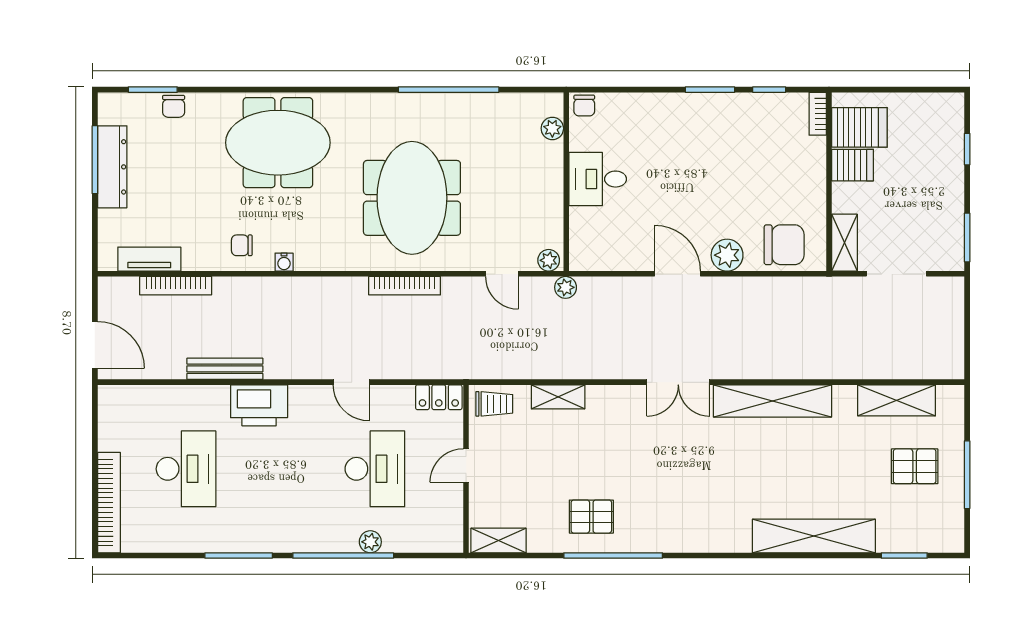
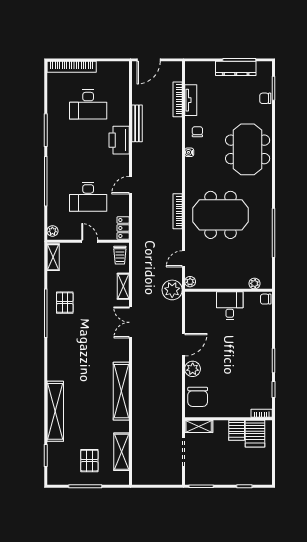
tv unit: (149, 259) -> (191, 100), moved
plant: (566, 287) -> (172, 290), width x1.88, depth x1.88
double door: (678, 382) -> (130, 322), moved
plant: (370, 542) -> (52, 231), moved

